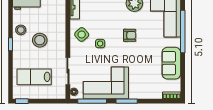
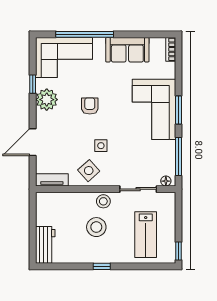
stool: (21, 30) -> (103, 201), moved
corner sofa: (106, 83) -> (154, 109), moved

